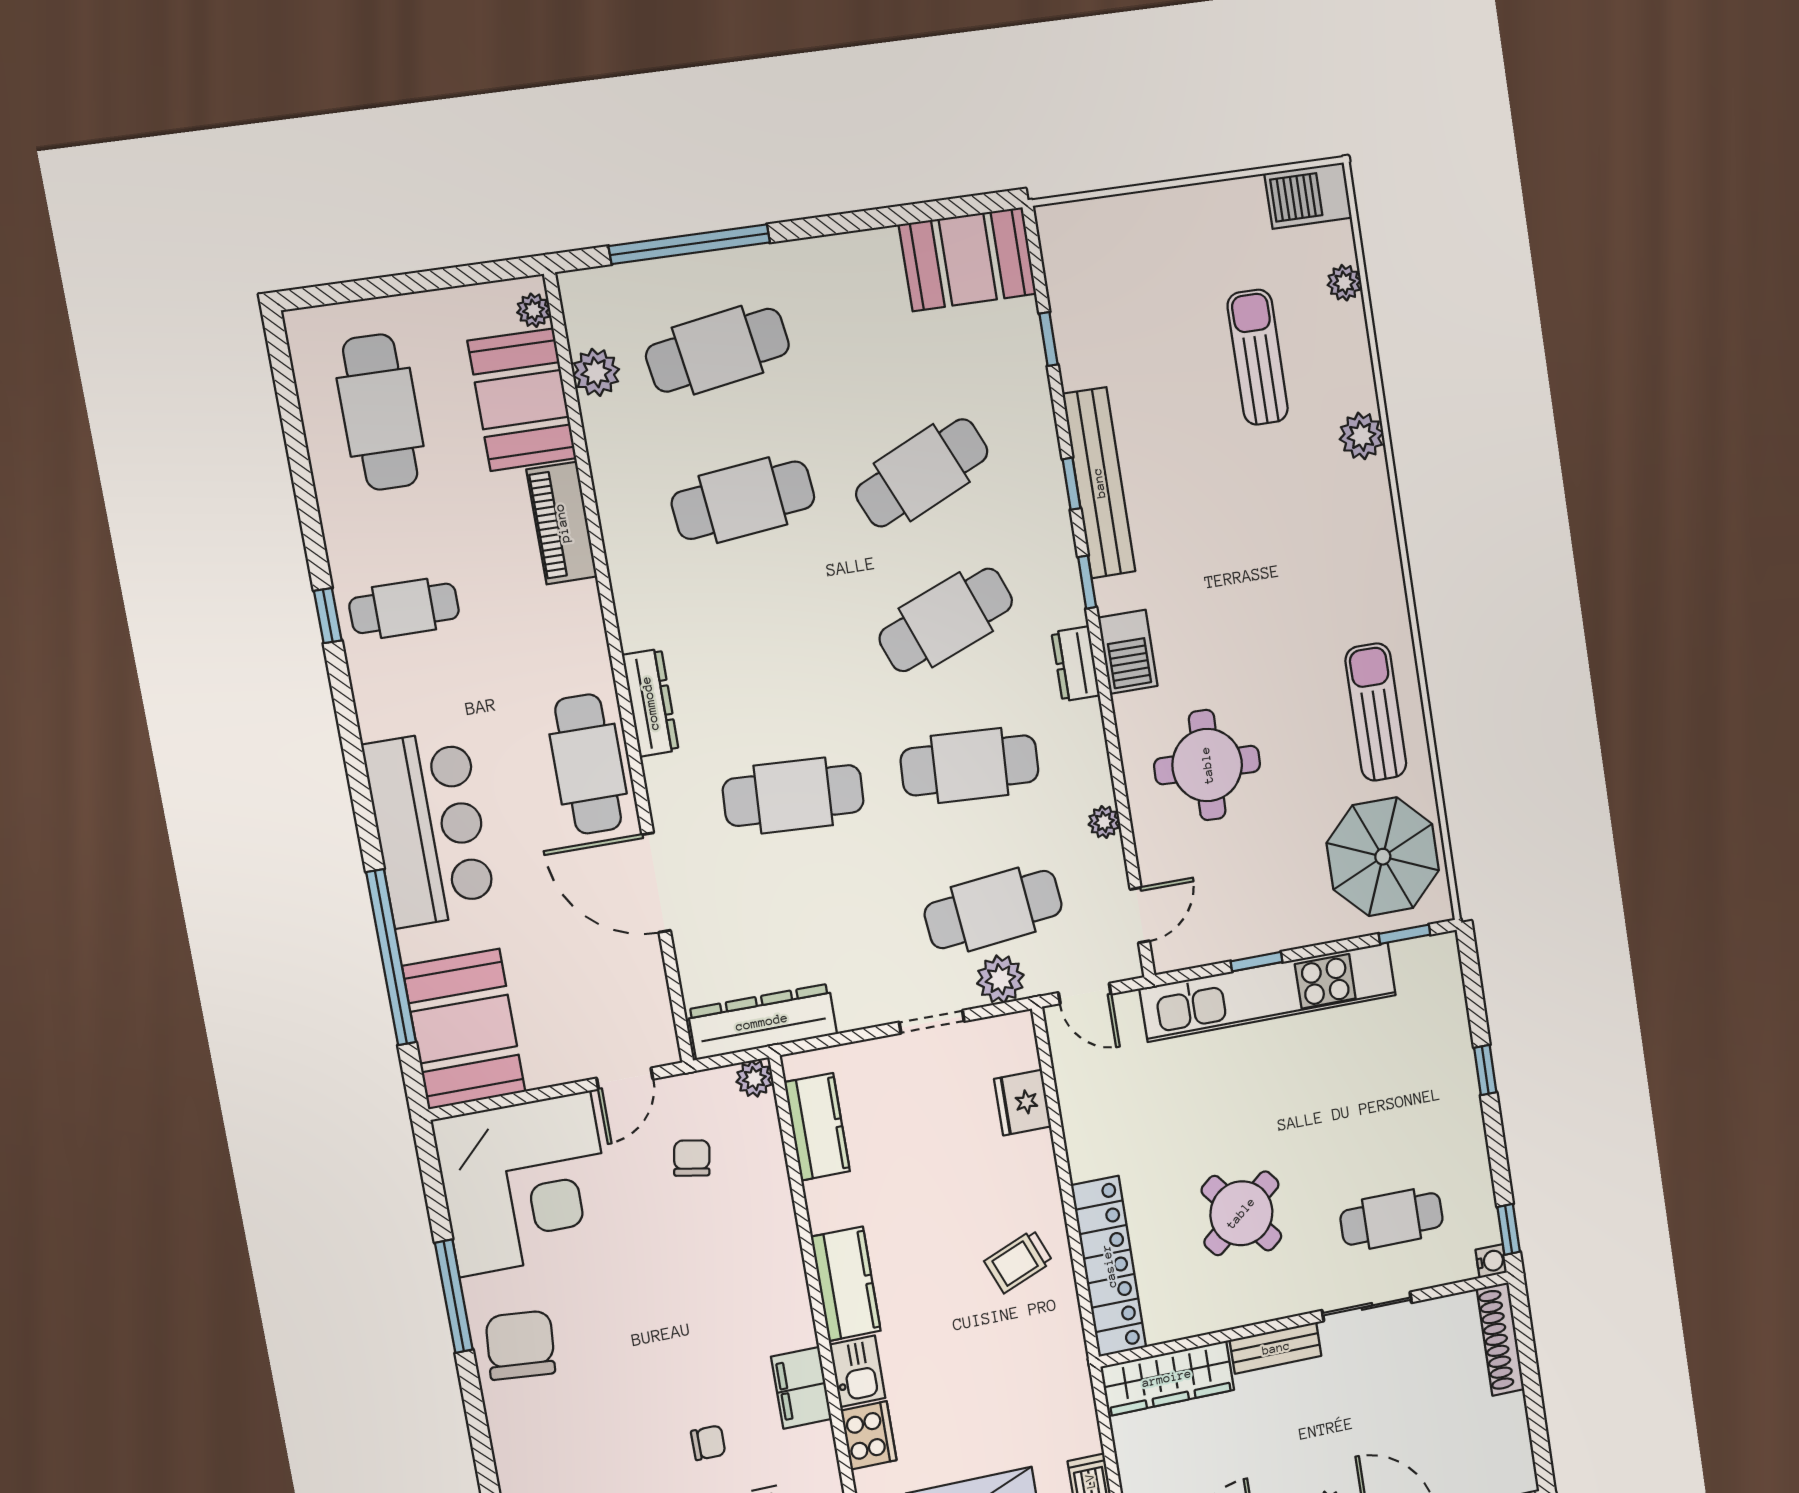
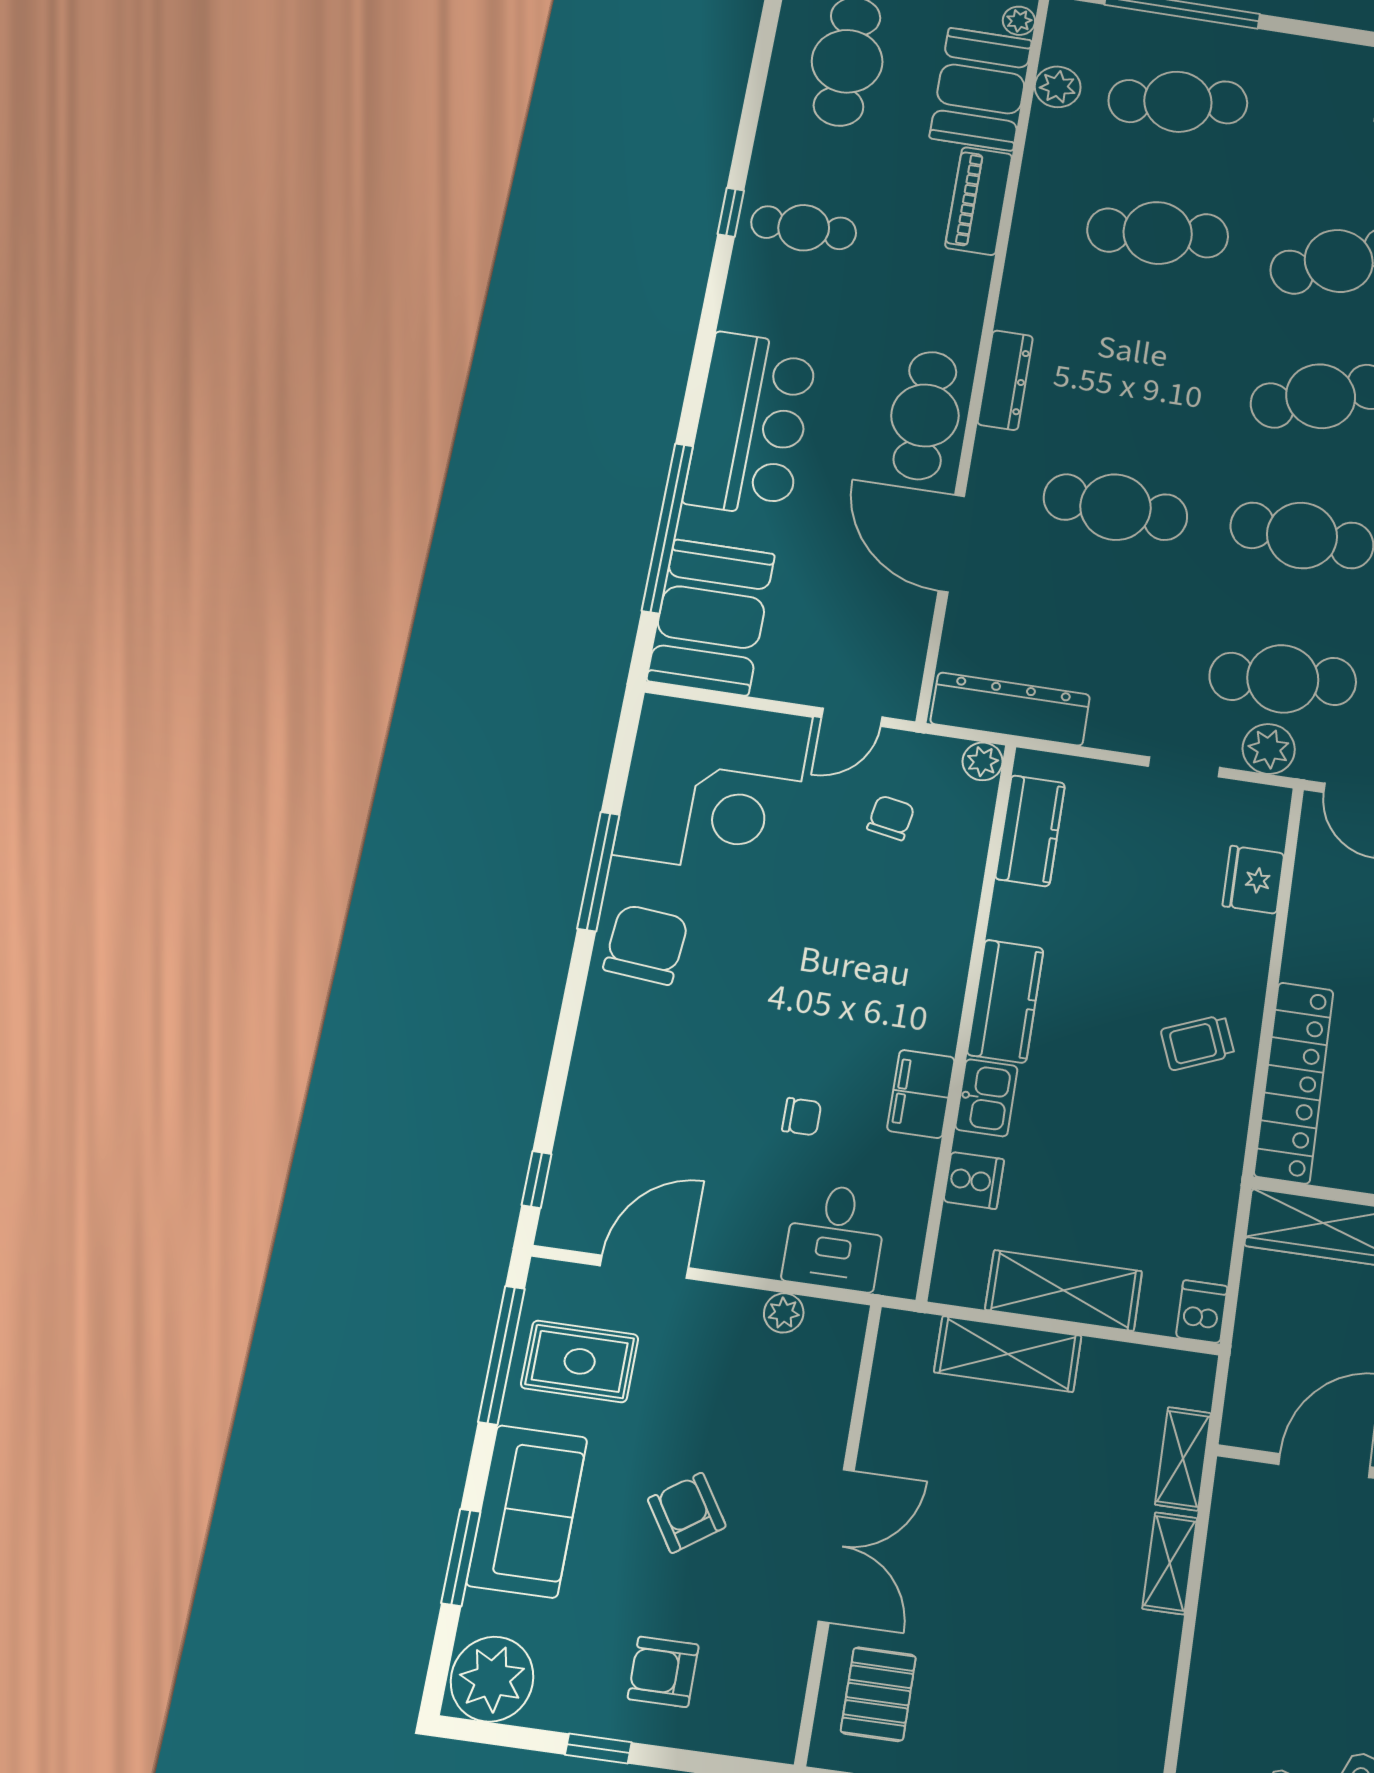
cooker: (869, 1435) -> (974, 1180), width x0.73

